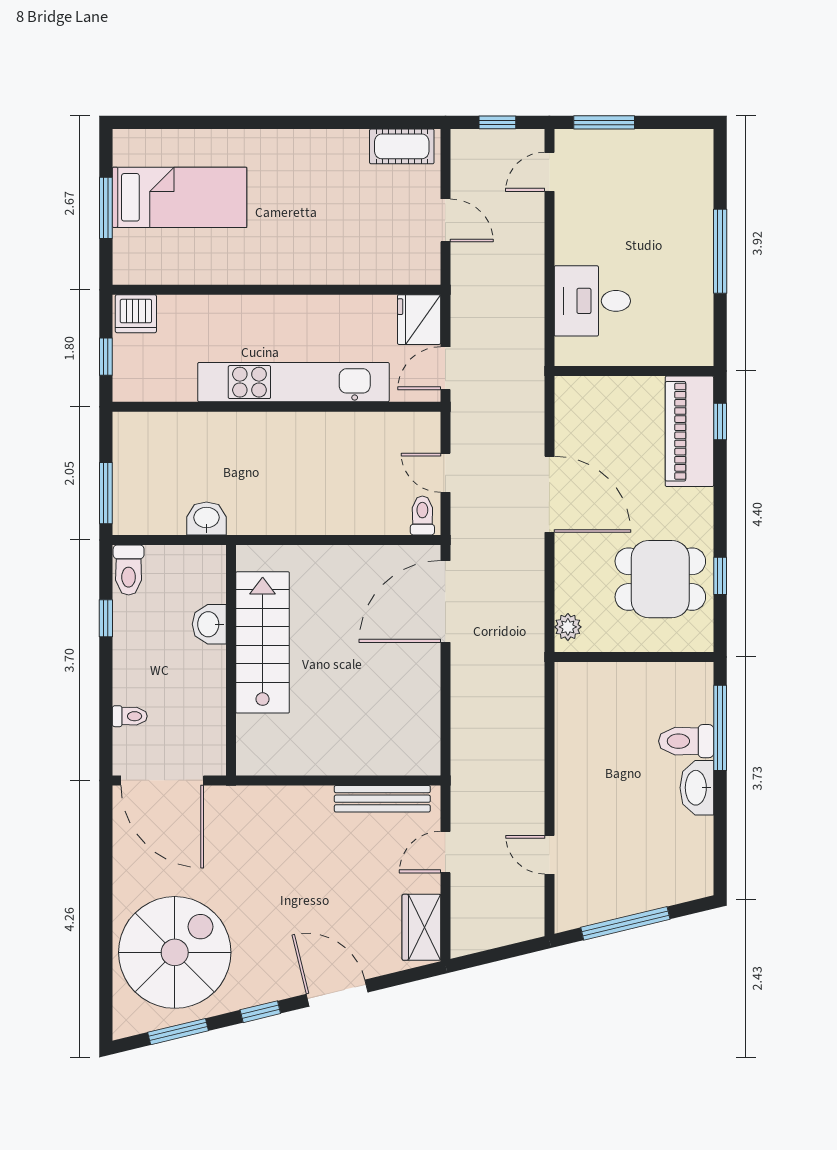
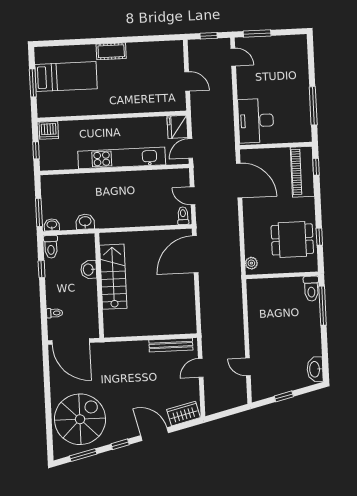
cot: (402, 146) -> (111, 51), moved
door: (549, 172) -> (233, 57), swing flipped
window: (720, 251) -> (313, 106), moved
desk: (592, 301) -> (256, 121), width x1.37
door: (549, 494) -> (239, 180), moved
washbasin: (133, 522) -> (52, 225), added
toilet: (686, 741) -> (311, 289), moved, turned -90
washbasin: (697, 788) -> (315, 369), moved
window: (625, 923) -> (284, 396), width x0.46
wardrobe: (421, 927) -> (183, 414), moved, turned 76

